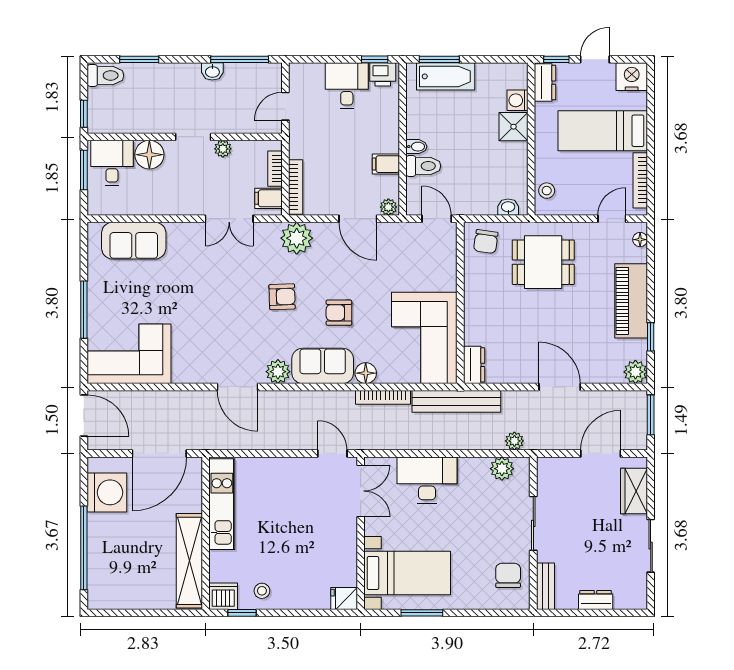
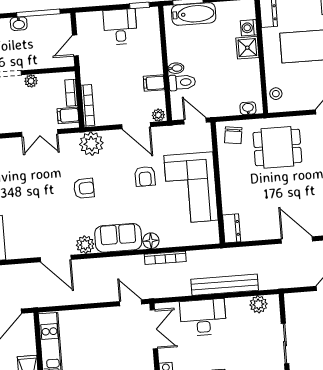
printer: (383, 74) -> (146, 16), removed
armchair: (339, 313) -> (145, 176), moved, turned -90
corner sofa: (424, 338) -> (191, 188), moved
bench: (456, 401) -> (225, 285), moved
plant: (514, 441) -> (266, 283), removed

